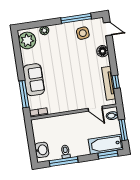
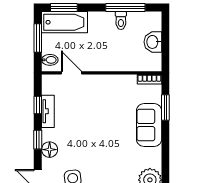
window: (112, 57) -> (38, 140), added
tv unit: (109, 83) -> (48, 111), width x0.71
window: (24, 94) -> (165, 107), width x0.69
washbasin: (42, 150) -> (153, 42), moved

